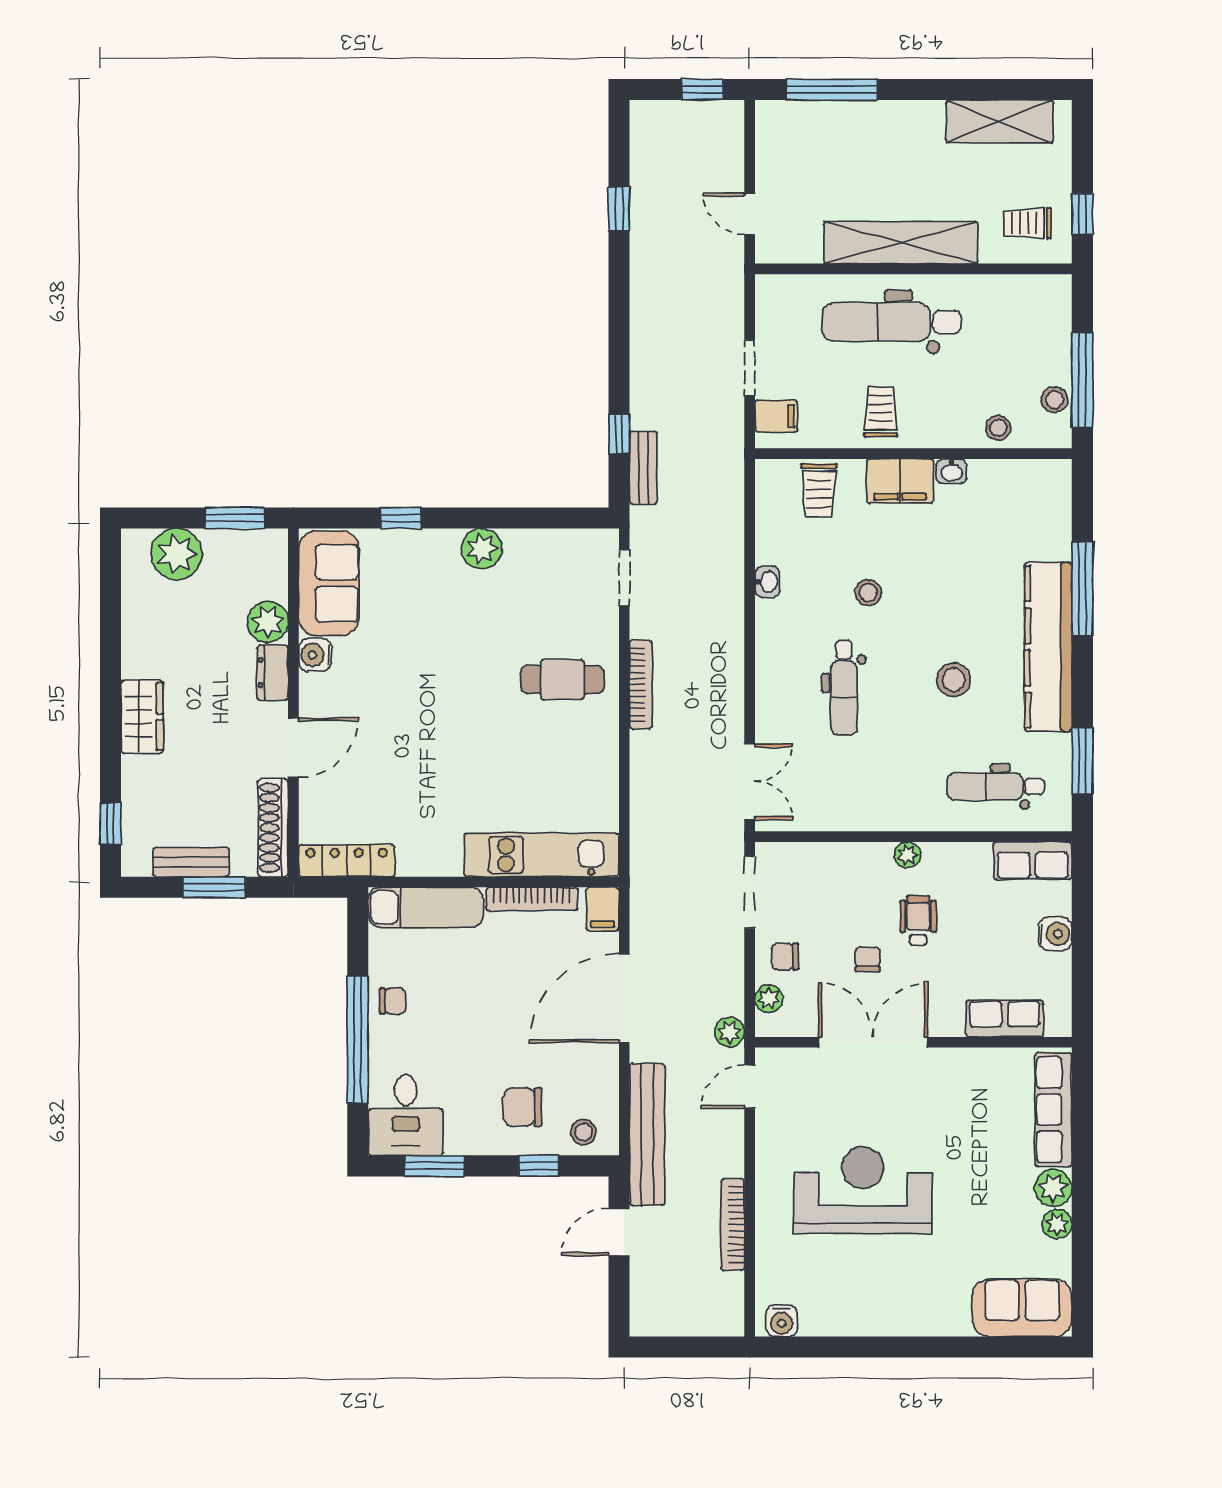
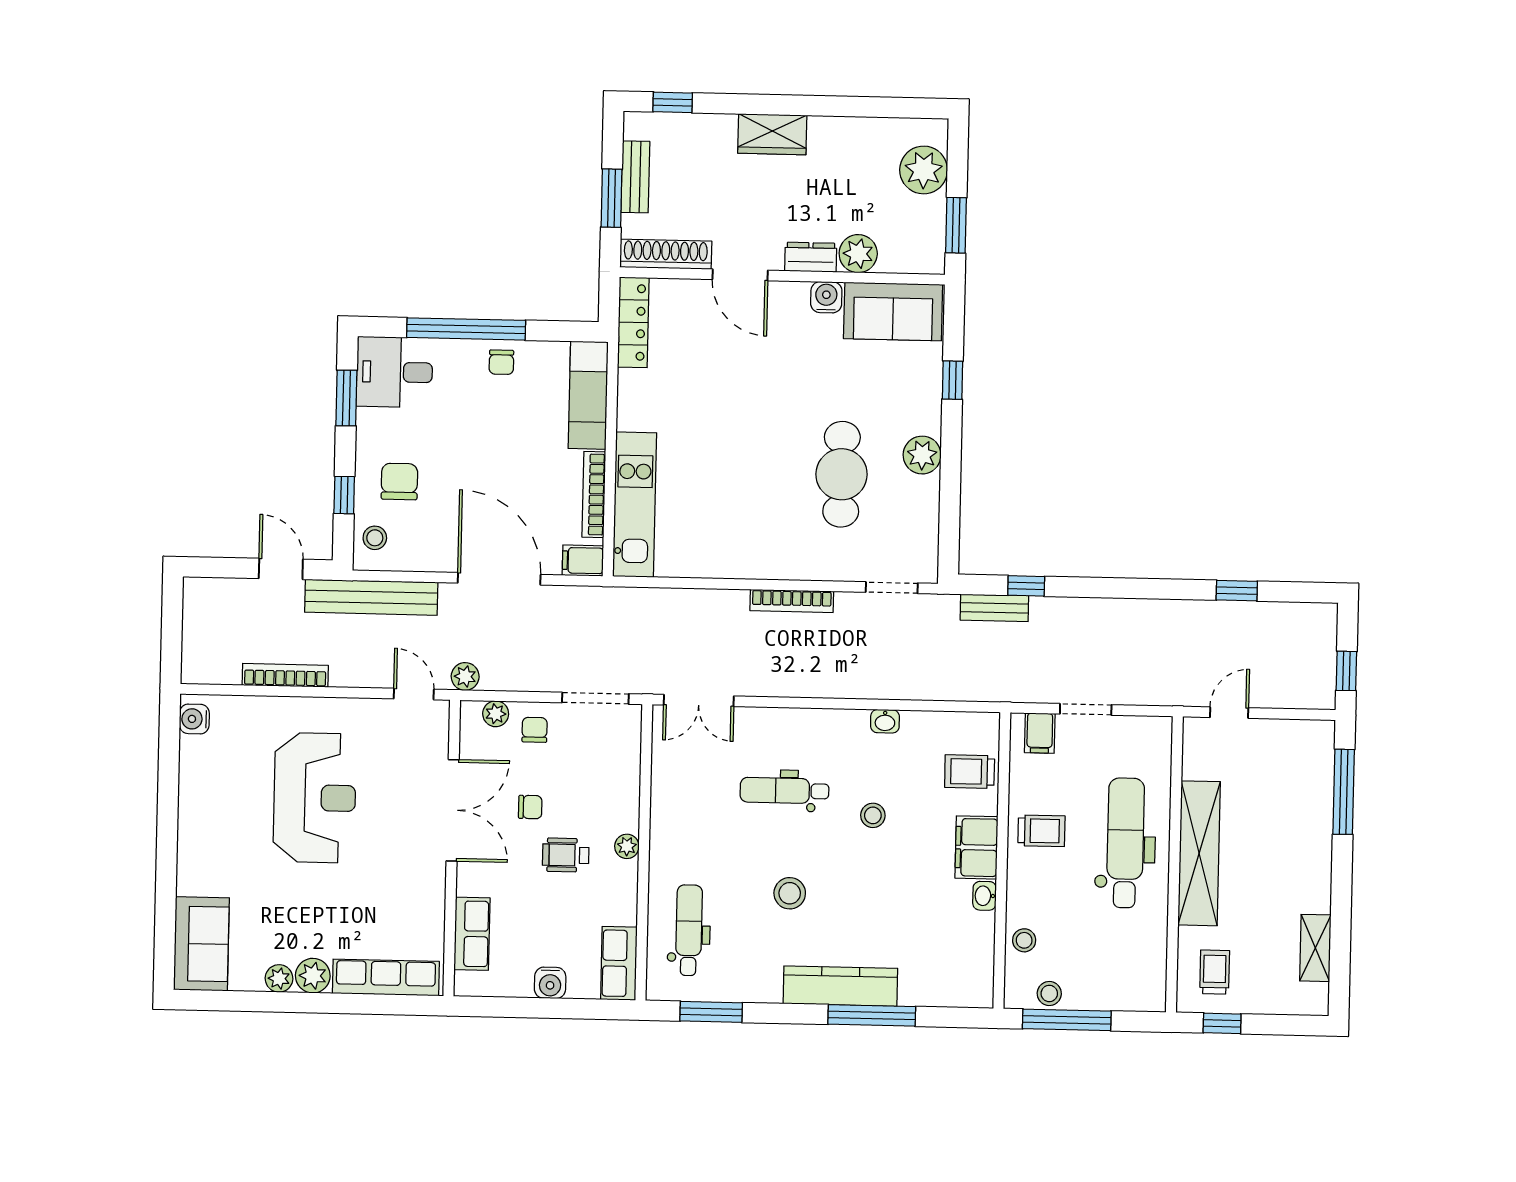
shelving: (999, 121) -> (1315, 948), width x0.67, depth x0.75
kitchen counter: (1048, 647) -> (840, 986), width x0.72, depth x0.86
cafe table: (562, 680) -> (842, 474), moved, width x1.37, depth x1.35
wheelchair: (918, 920) -> (566, 855), turned 180

